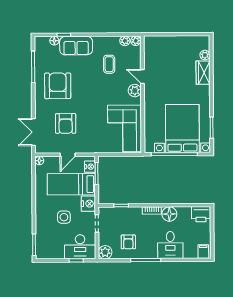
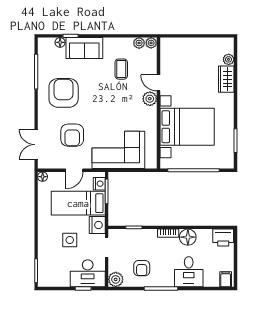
corner sofa: (125, 128) -> (118, 150), moved, turned 90
bed with nightstands: (182, 129) -> (187, 127), moved, turned 90

